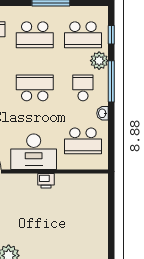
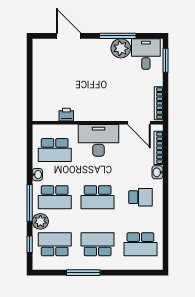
school desk: (83, 88) -> (55, 197), width x1.85
school desk: (83, 141) -> (55, 150), turned 180
printer: (46, 181) -> (66, 115), moved

